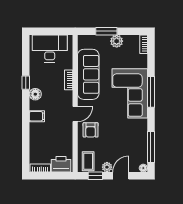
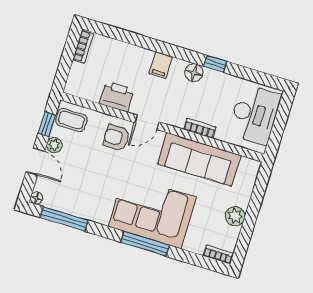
window: (106, 31) -> (254, 206), removed
door: (75, 114) -> (147, 122), hinge flipped
printer: (61, 164) -> (117, 96), moved, turned -90

